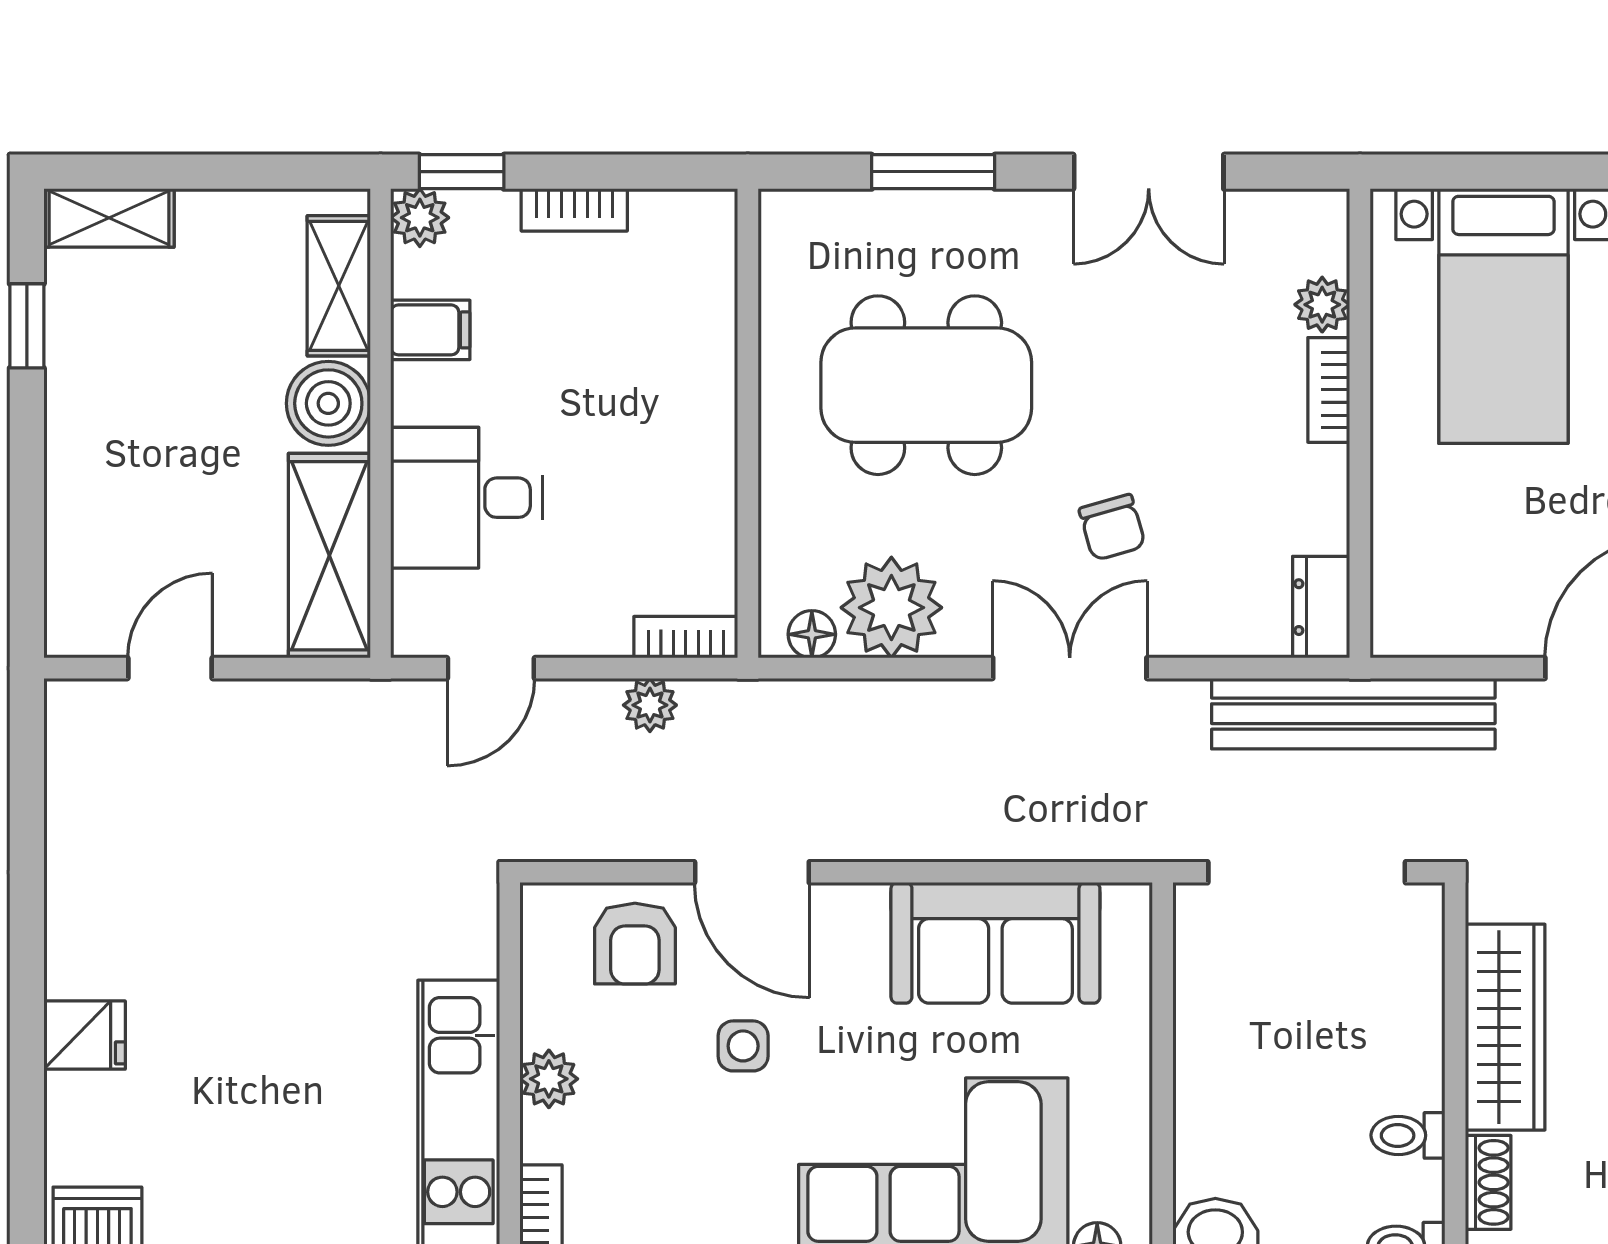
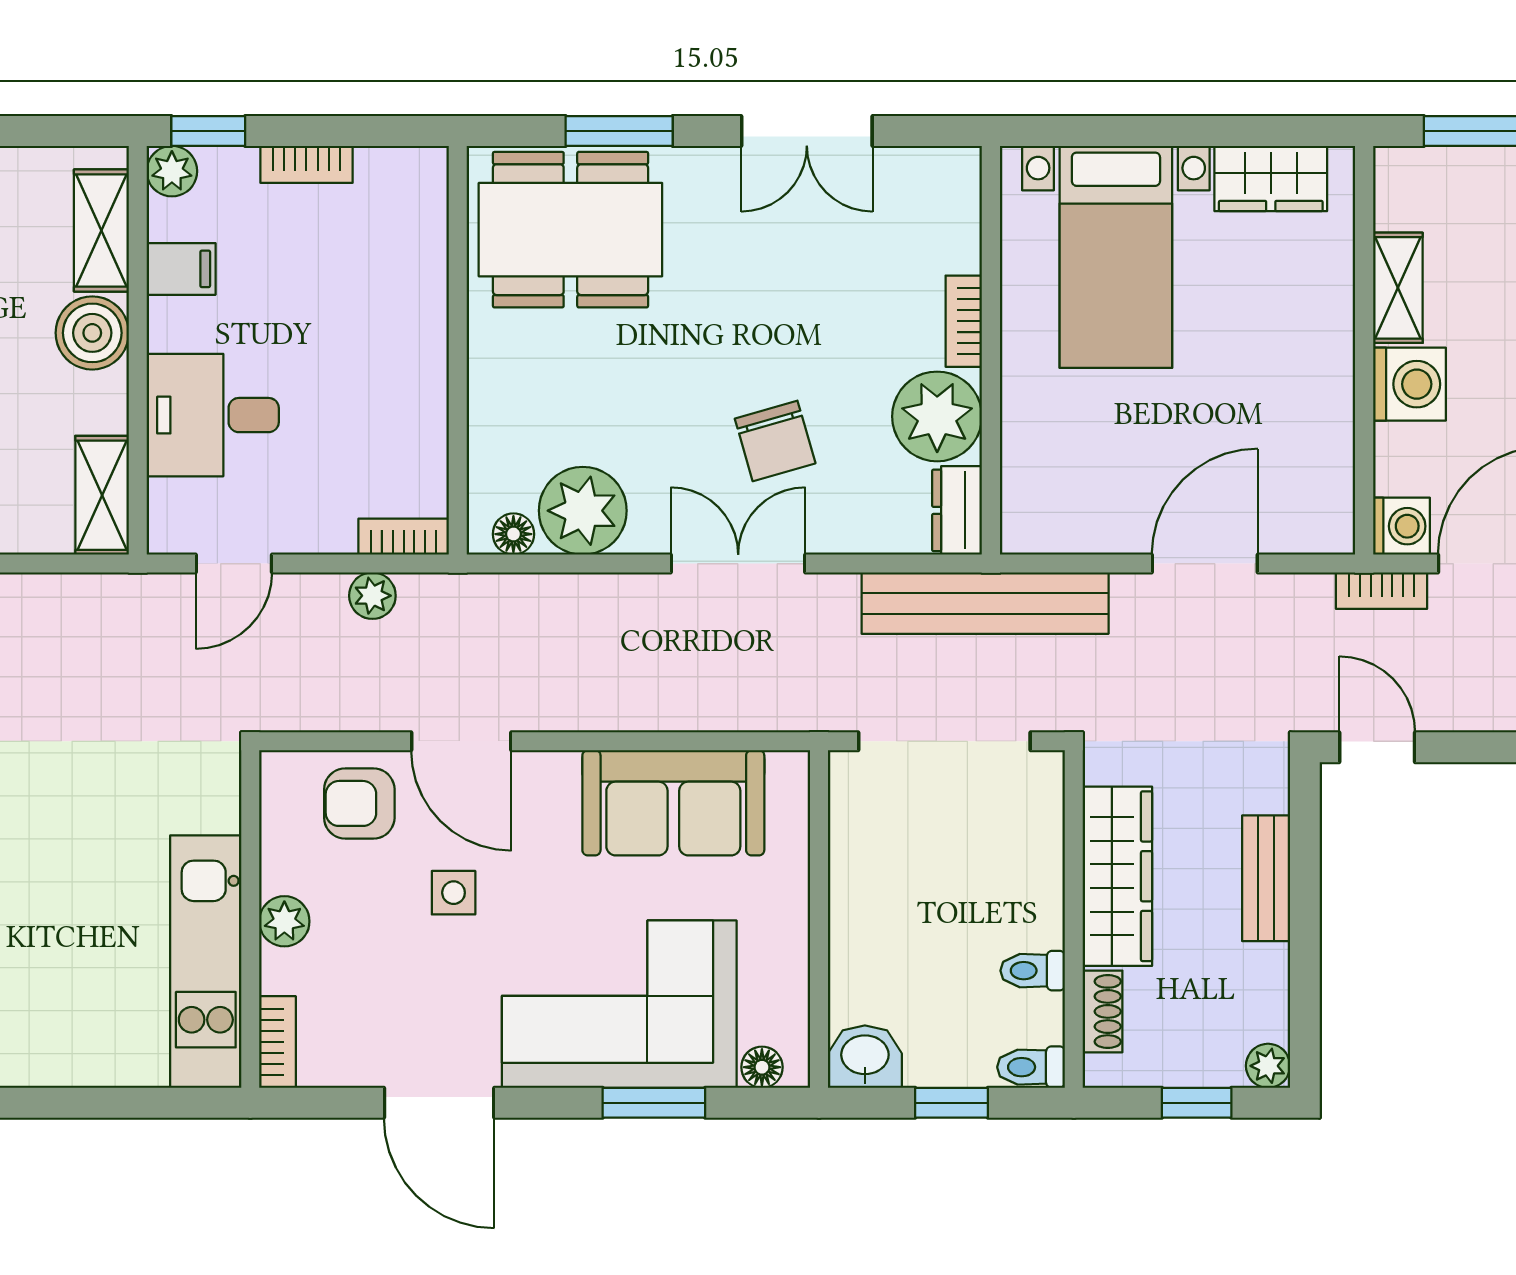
plant: (1322, 305) -> (937, 416), moved, width x1.87, depth x1.87
dining table: (926, 385) -> (570, 230), moved
chair: (1112, 527) -> (775, 441), width x1.37, depth x1.37
shelving: (329, 556) -> (102, 495), width x0.67, depth x0.75
armchair: (635, 944) -> (359, 803), turned 90

